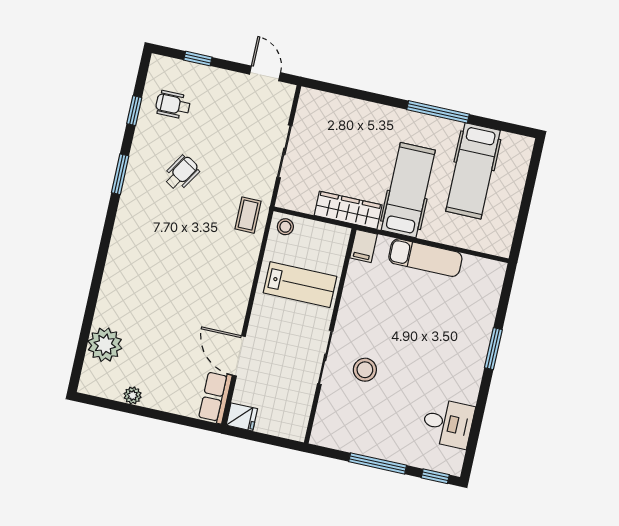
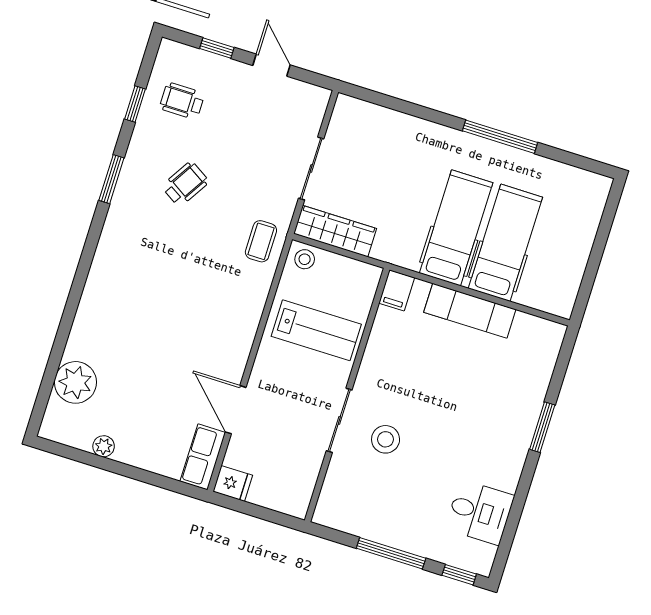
door: (265, 73) -> (272, 65), moved
hospital bed: (473, 171) -> (505, 243), moved, turned 180
wardrobe: (348, 210) -> (335, 231), moved

